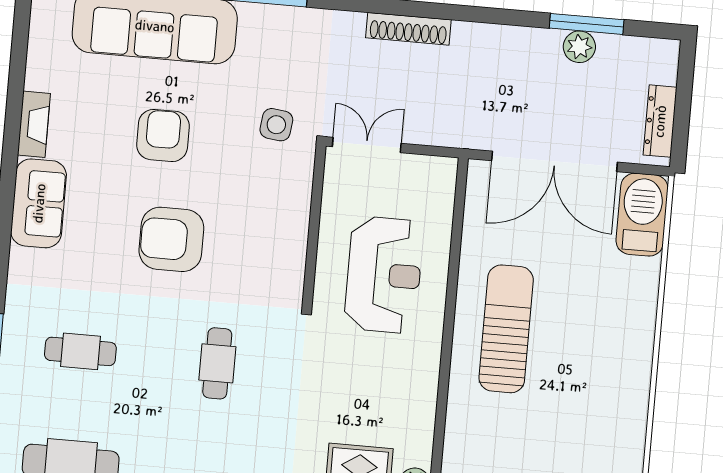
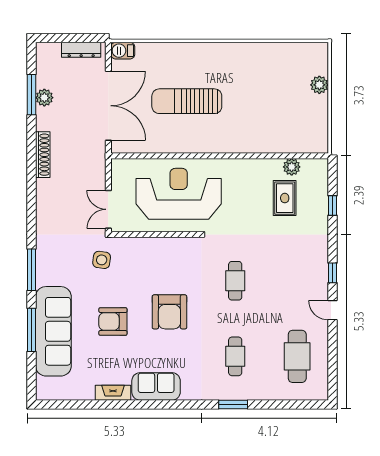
shoe rack: (408, 29) -> (43, 155), moved
barbecue: (642, 215) -> (123, 51), width x0.53, depth x0.65
reception desk: (384, 275) -> (179, 194), width x1.36, depth x1.30
sun lounger: (506, 329) -> (187, 101), moved
cafe table: (217, 363) -> (235, 281), turned 90

